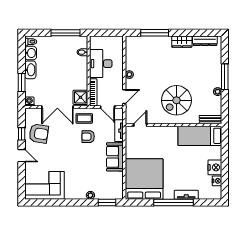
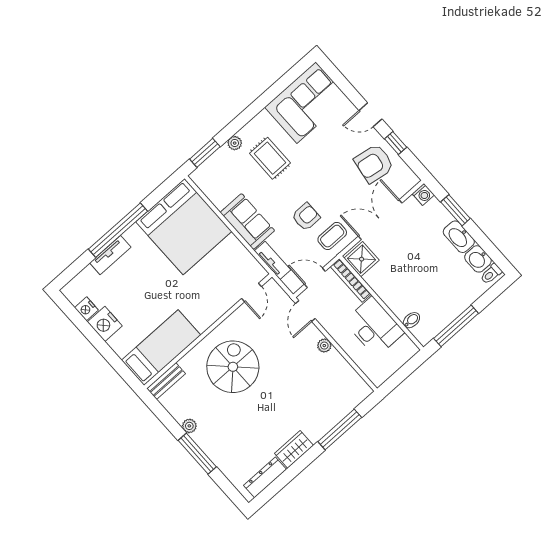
rug: (81, 175) -> (270, 158), added

